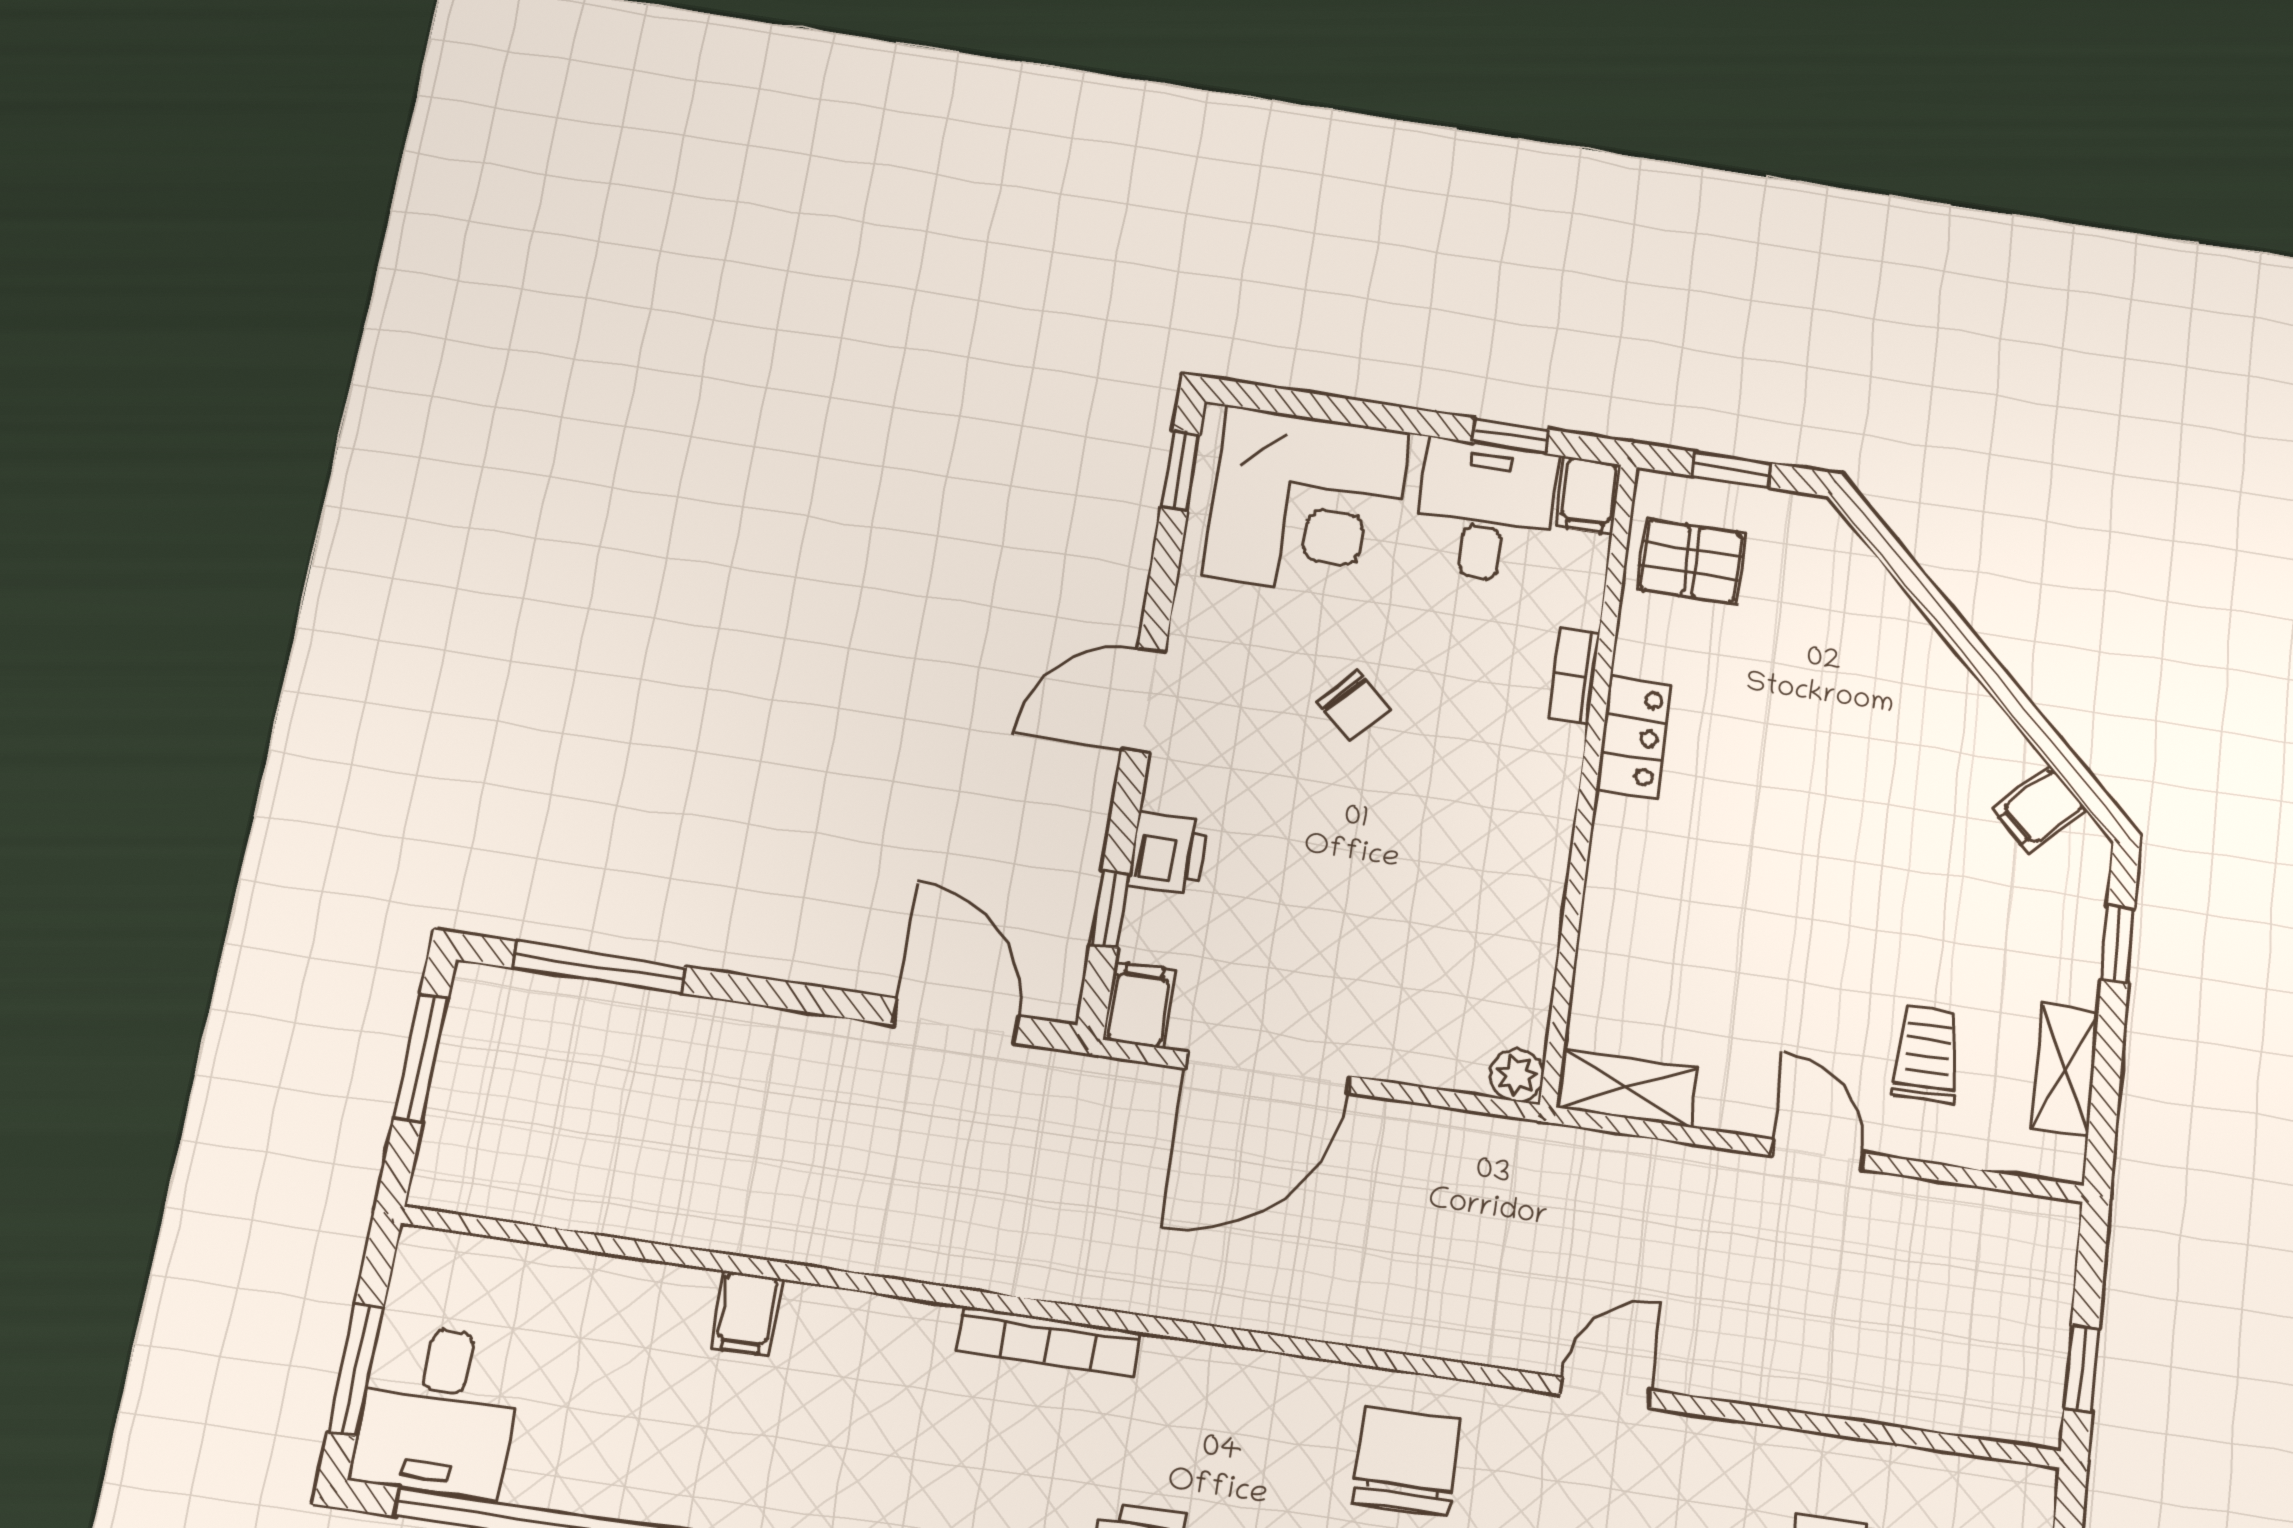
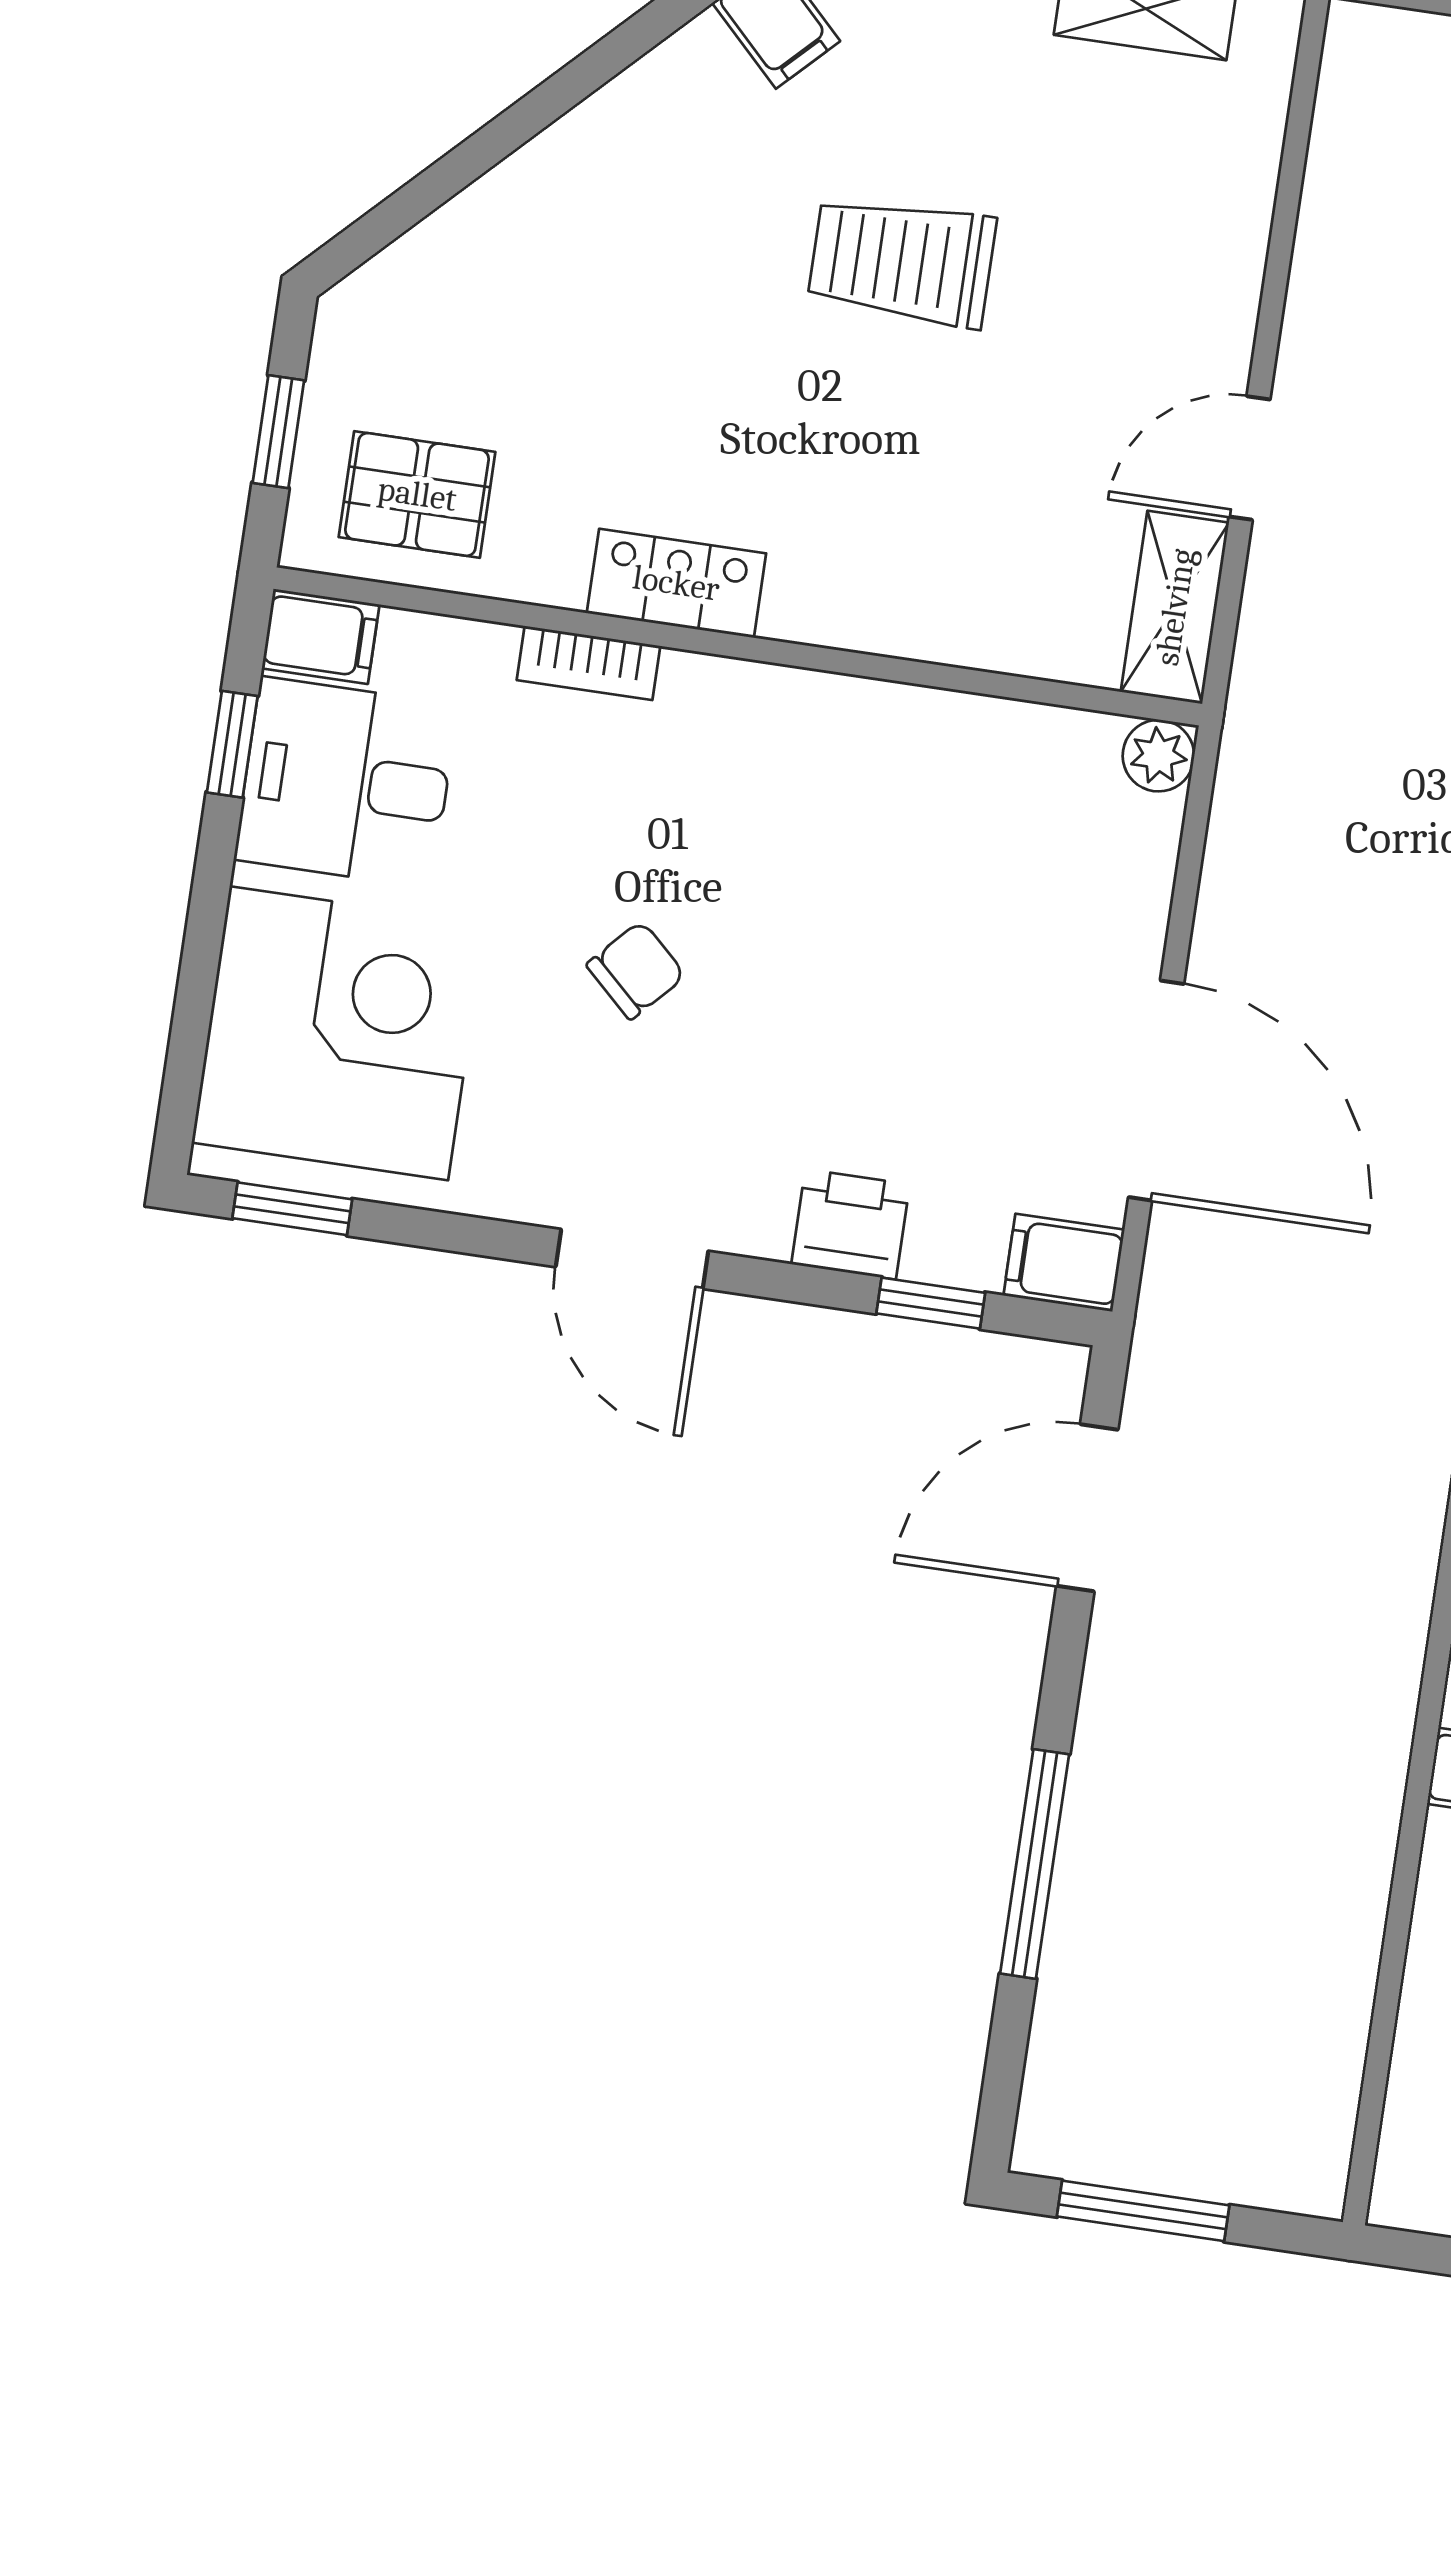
pallet: (1691, 561) -> (417, 494), turned 90
window: (599, 967) -> (1035, 1864), moved
trolley: (1927, 1055) -> (902, 261), moved, width x1.36, depth x1.39
door: (1818, 1154) -> (1250, 458), moved

